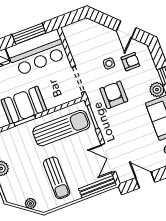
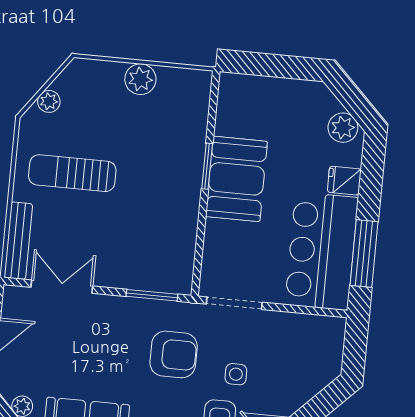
sun lounger: (61, 128) -> (160, 227), removed

